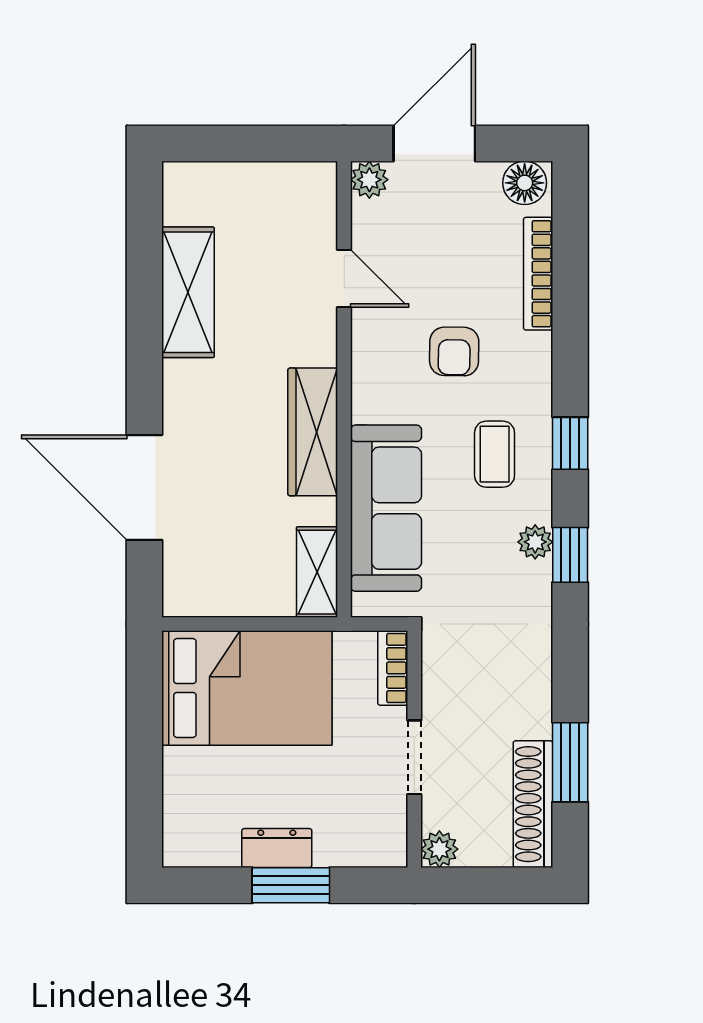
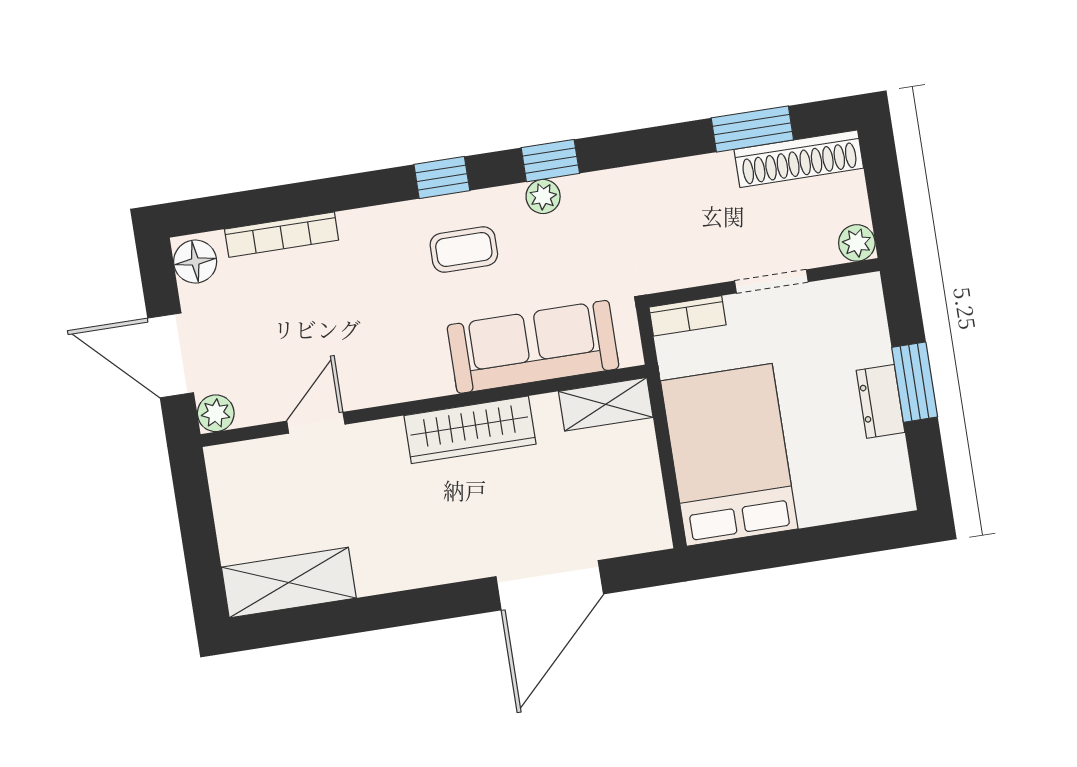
shelving: (188, 292) -> (289, 583), moved
armchair: (454, 351) -> (370, 304), removed

